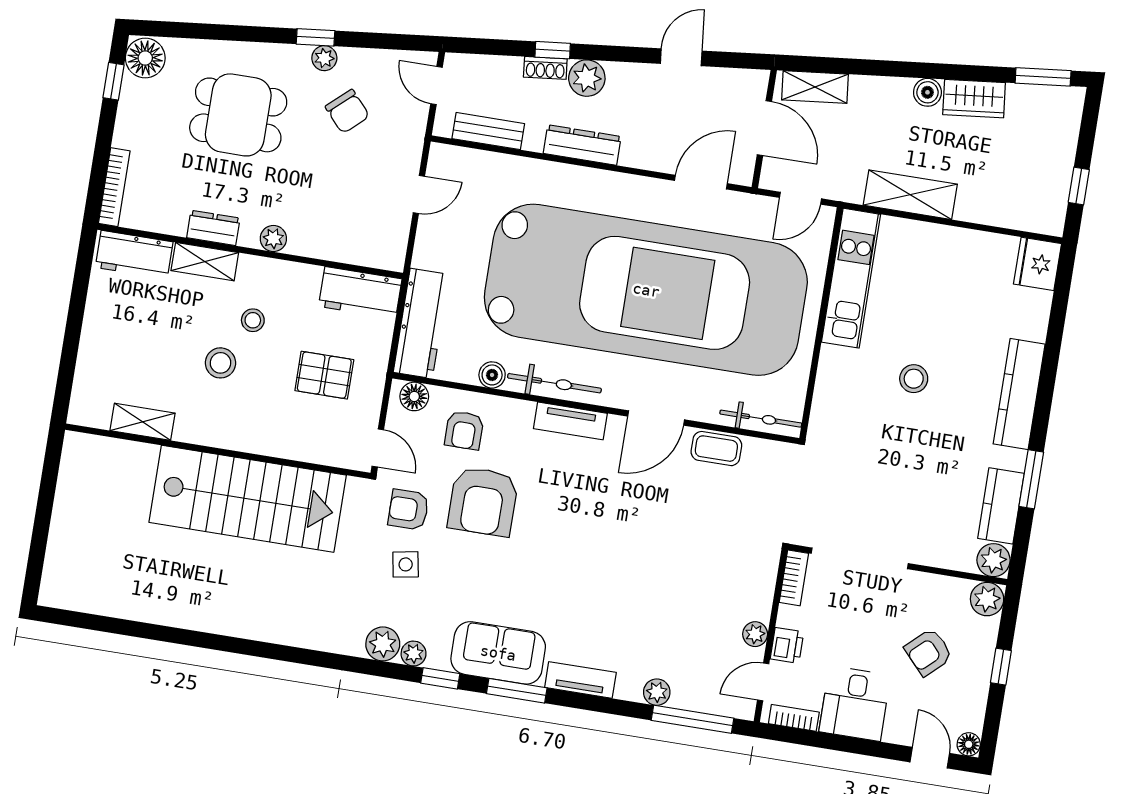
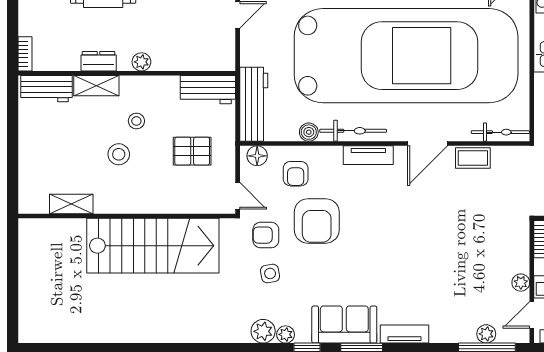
bookcase: (114, 187) -> (25, 54), width x0.64
plant: (657, 692) -> (486, 334), moved

